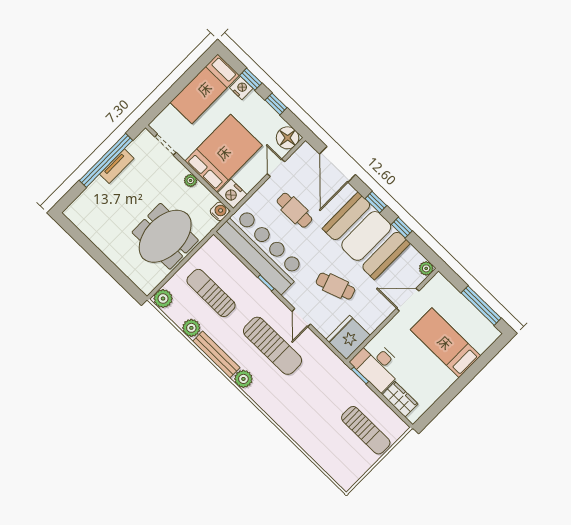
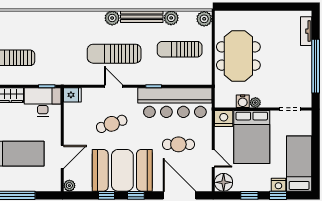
tv unit: (117, 166) -> (306, 31), moved
water cooler: (220, 211) -> (243, 101), moved
sun lounger: (211, 293) -> (180, 49), turned 180
fridge: (348, 337) -> (72, 95), width x0.53, depth x0.75

